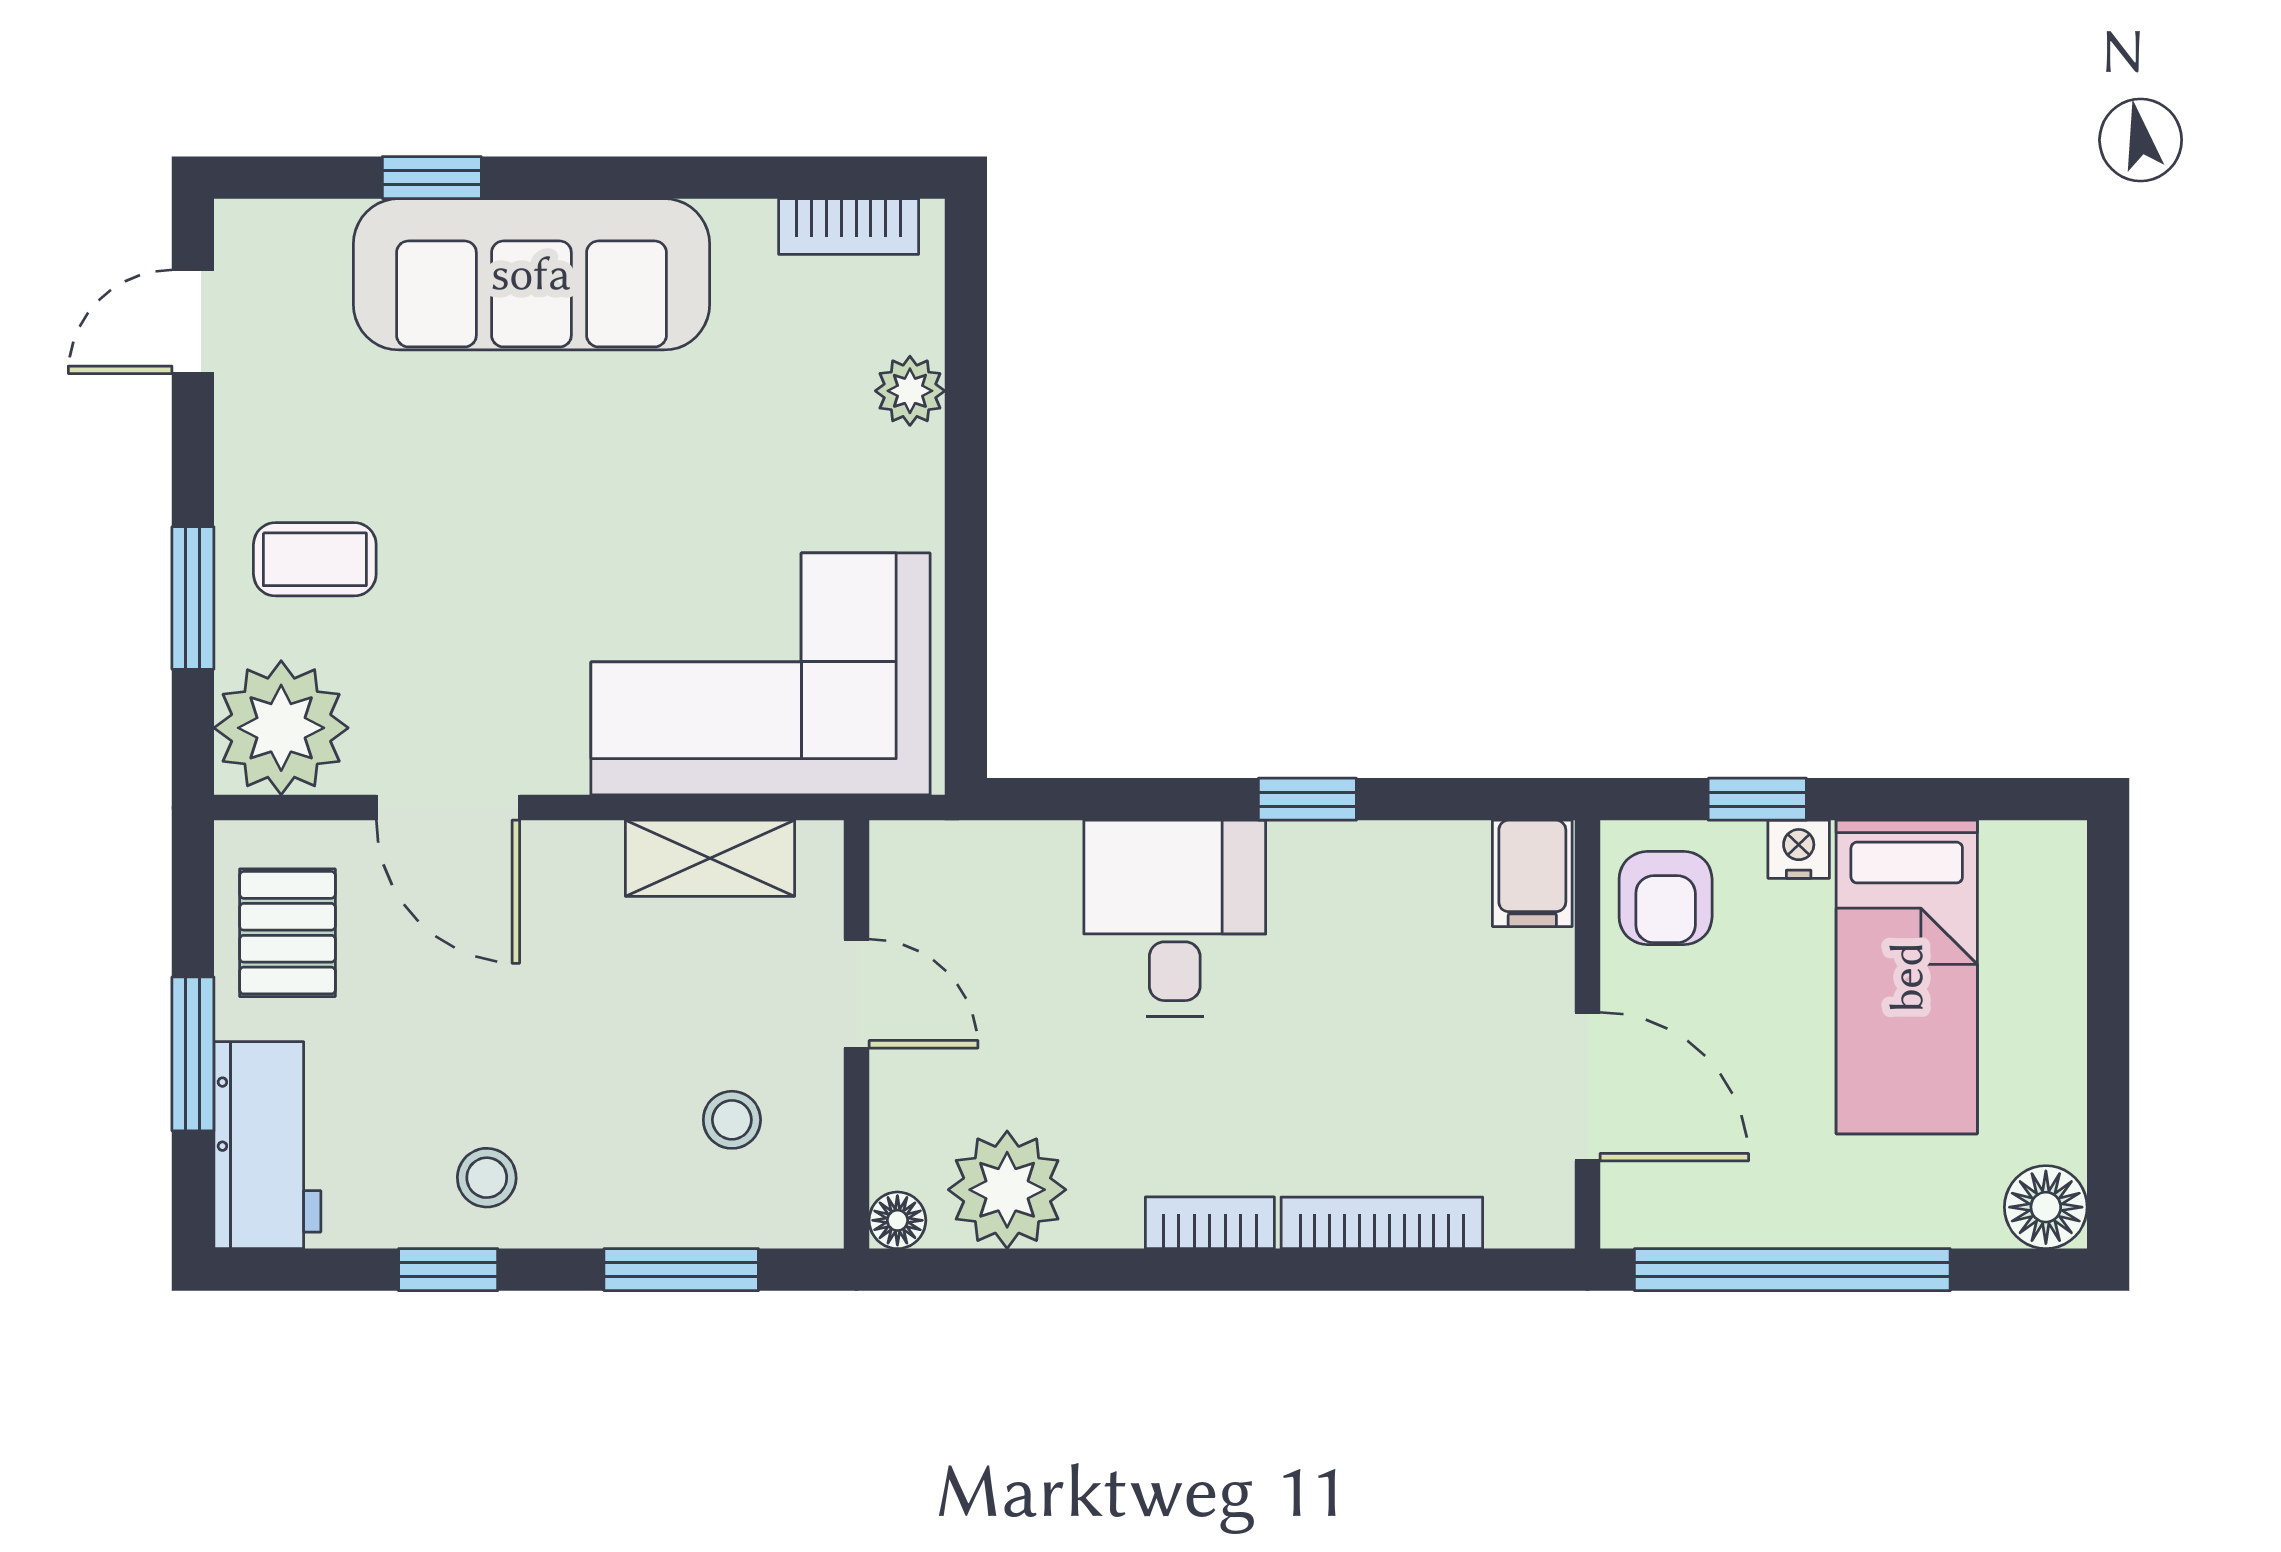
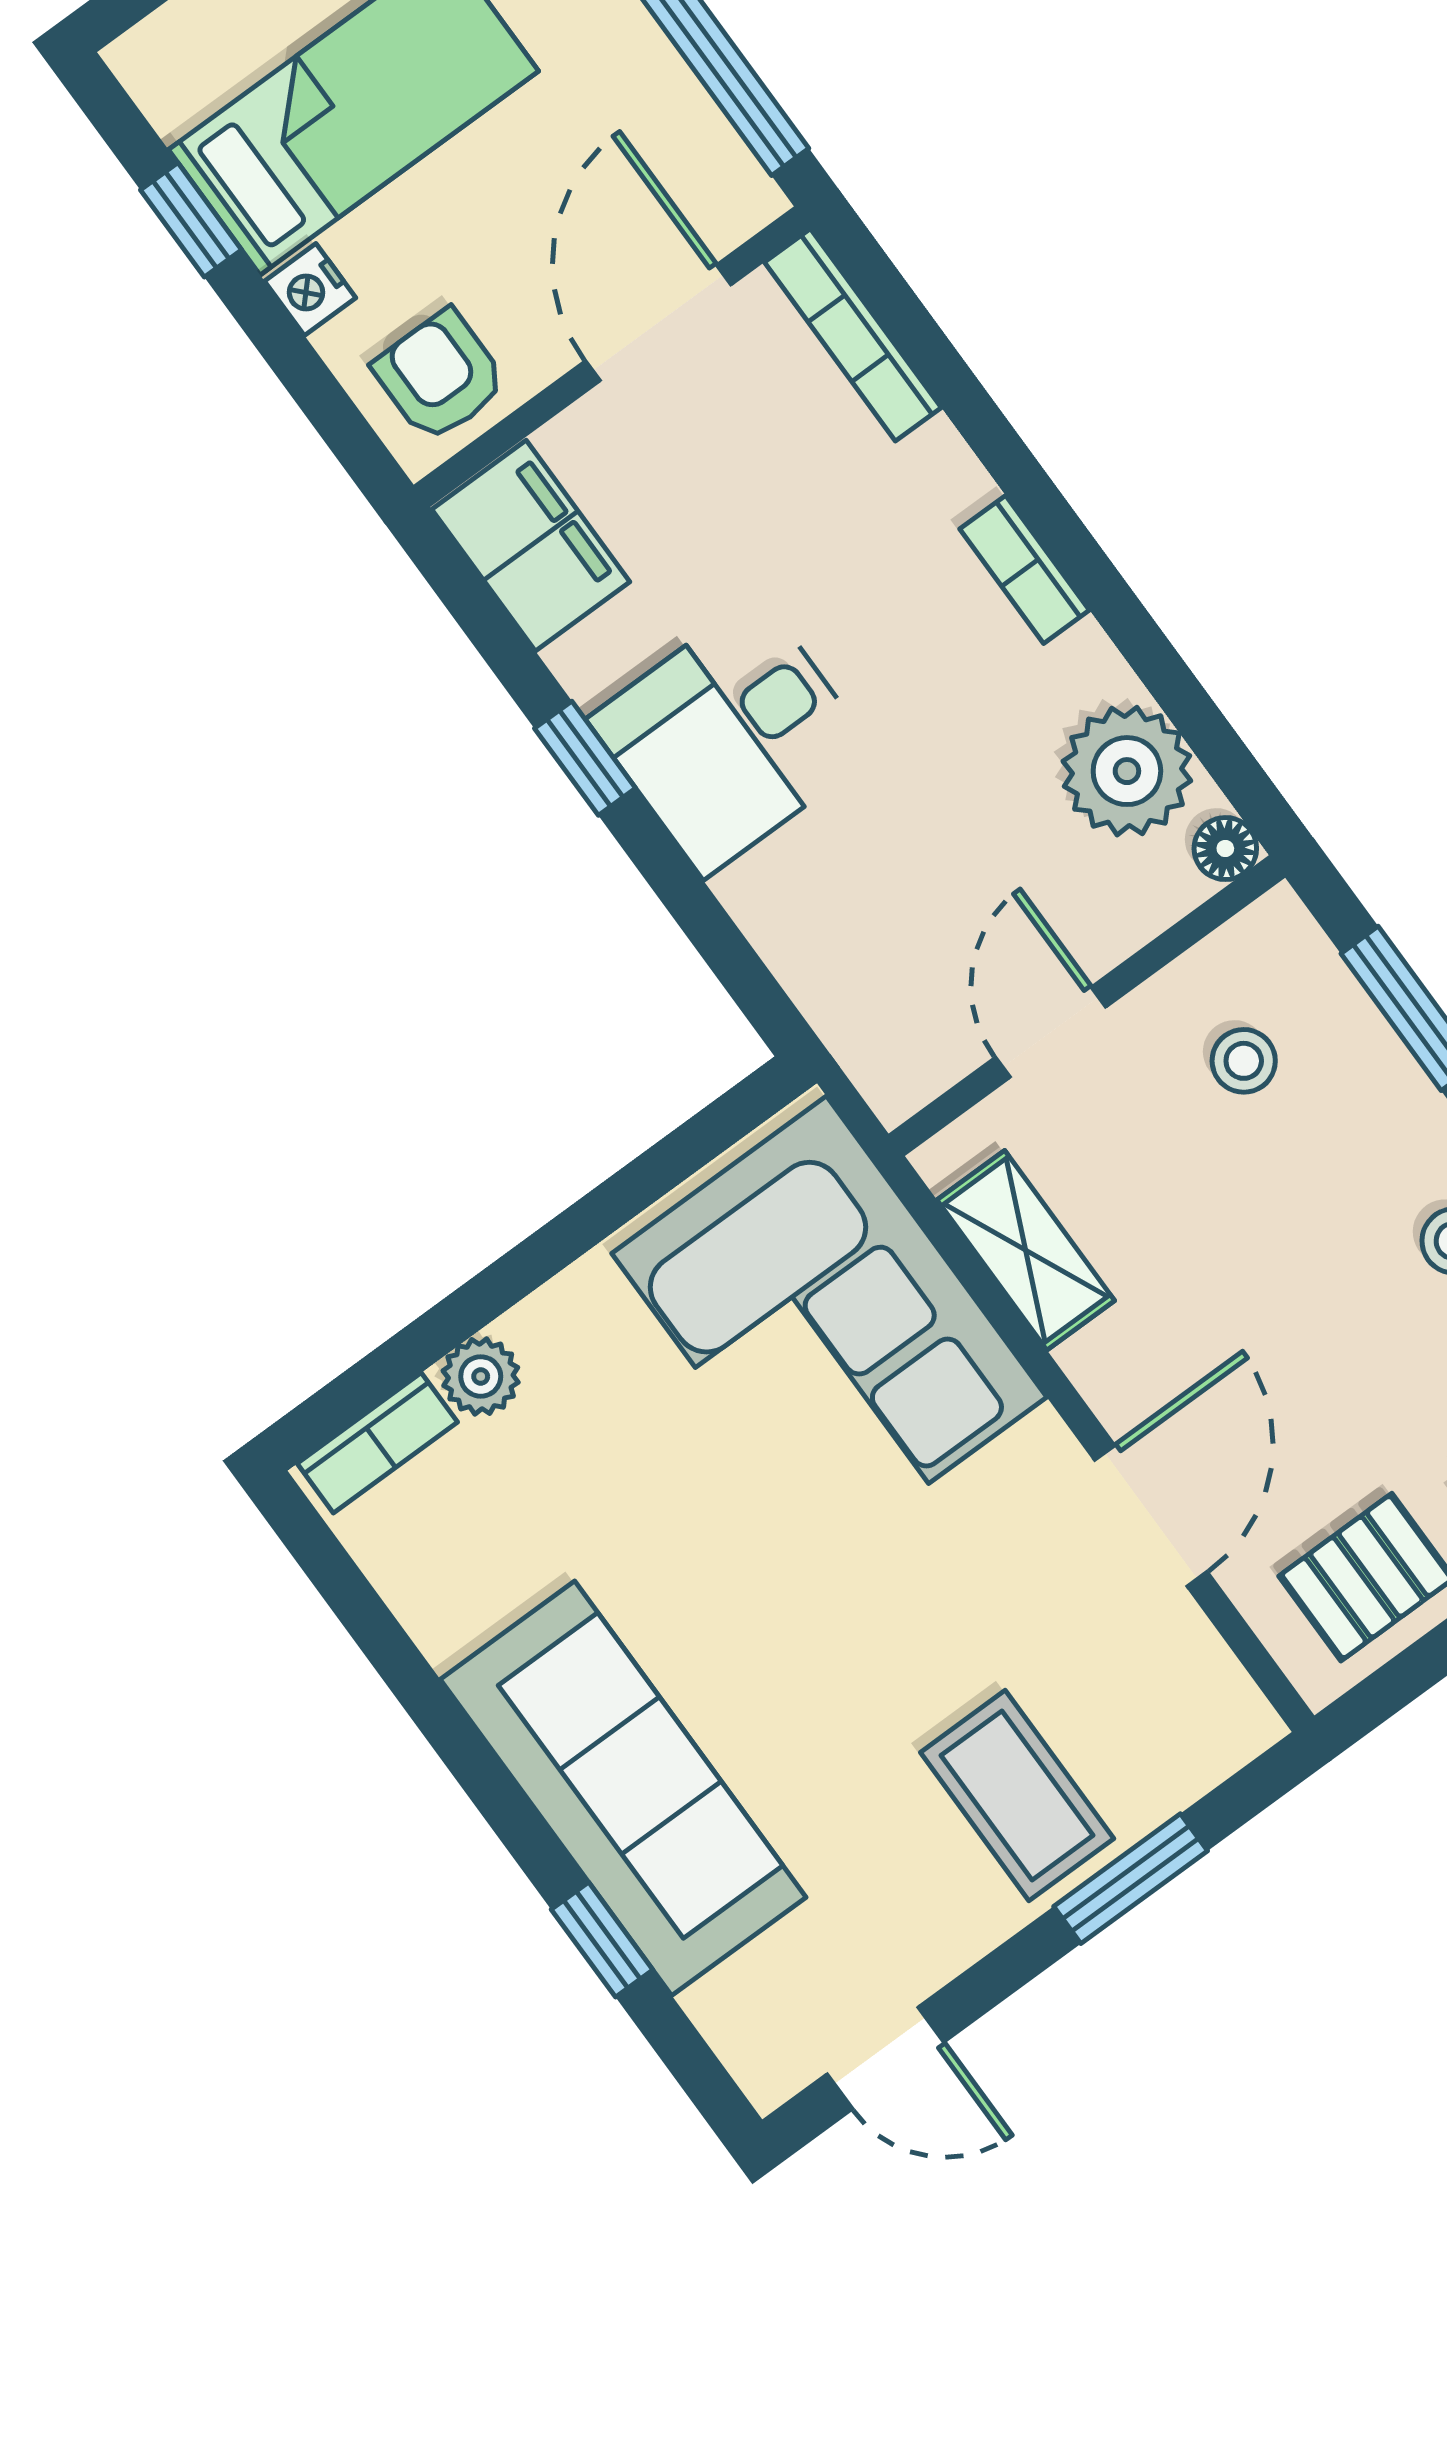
bookcase: (849, 226) -> (377, 1443), moved, turned 90
coffee table: (315, 559) -> (1017, 1795), width x1.36, depth x1.30
plant: (281, 728) -> (1189, 1716), removed
window: (1757, 799) -> (191, 220), moved
filing cabinet: (1532, 873) -> (531, 546), width x2.00
armchair: (1666, 898) -> (440, 376), turned -90
desk: (1175, 918) -> (731, 736), moved
bookcase: (1382, 1223) -> (853, 335), moved

